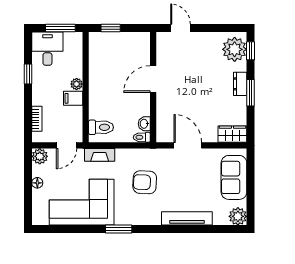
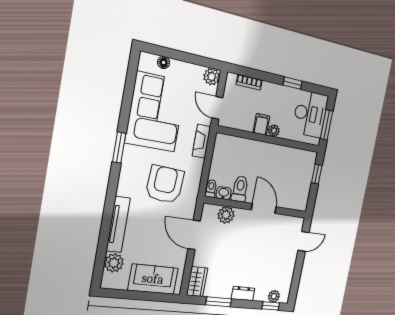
desk: (47, 49) -> (310, 114), width x1.37
plant: (235, 49) -> (274, 296), width x0.53, depth x0.53
window: (251, 93) -> (219, 302), moved
plant: (165, 117) -> (226, 215), added
toilet: (101, 127) -> (240, 189), moved, turned 180
door: (188, 145) -> (194, 235), swing flipped
armchair: (145, 182) -> (165, 184), width x1.36, depth x1.36
floor lamp: (37, 183) -> (164, 62), moved
plant: (238, 216) -> (114, 263), moved

